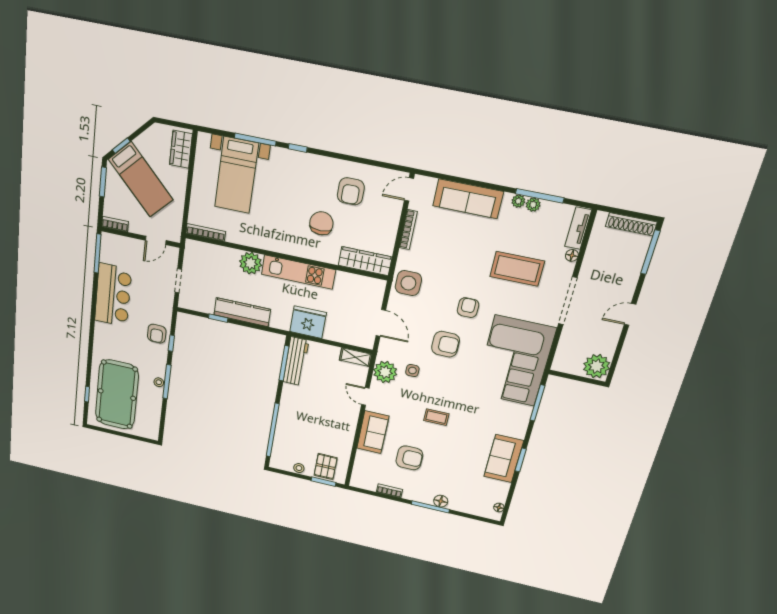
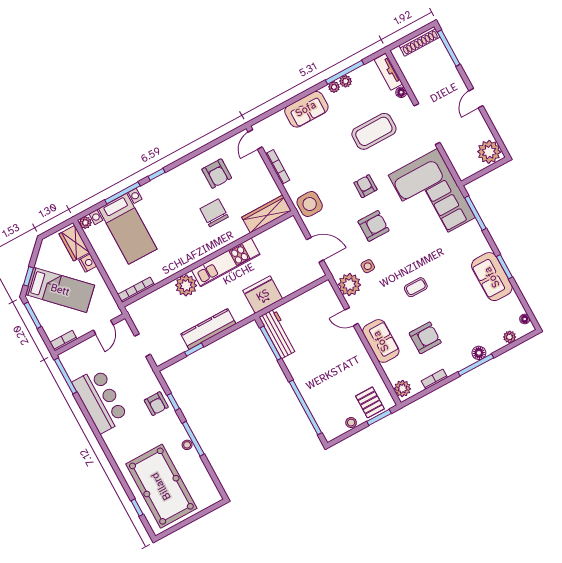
plant: (203, 139) -> (85, 223), added
nightstand: (181, 176) -> (88, 263), added
sofa: (468, 199) -> (306, 109), width x0.73
shelving: (356, 357) -> (319, 292), removed
plant: (359, 477) -> (402, 389), added
plant: (475, 510) -> (510, 337), added

